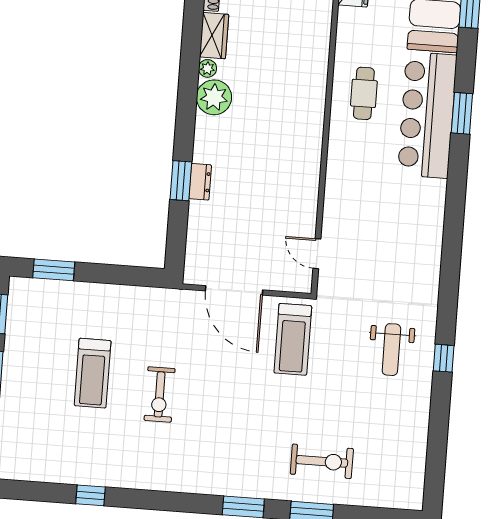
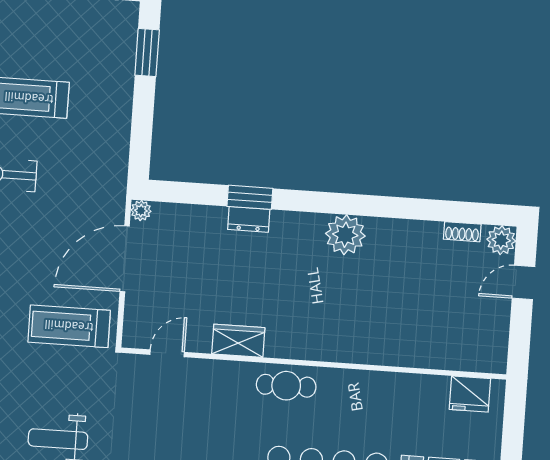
wardrobe: (214, 36) -> (238, 341), moved, turned 180
plant: (208, 68) -> (141, 211), moved
cafe table: (364, 93) -> (286, 386), moved

